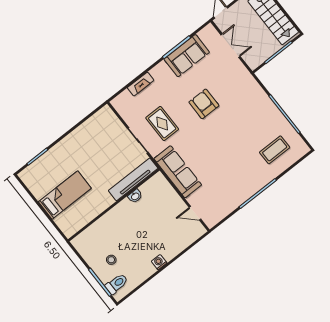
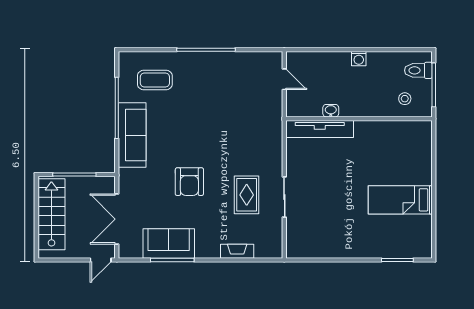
double door: (231, 46) -> (117, 219), width x1.37
sofa: (178, 172) -> (132, 135), moved, turned 180
tv unit: (133, 179) -> (320, 129), moved
washbasin: (135, 196) -> (331, 111), moved
wall: (114, 205) -> (359, 119), moved

